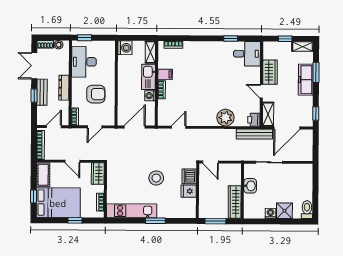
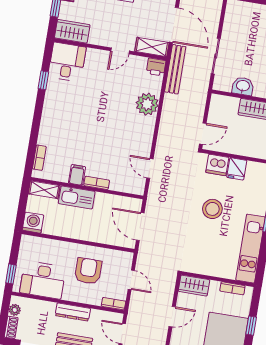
wardrobe: (270, 72) -> (72, 31), moved
washing machine: (150, 96) -> (102, 199), removed

